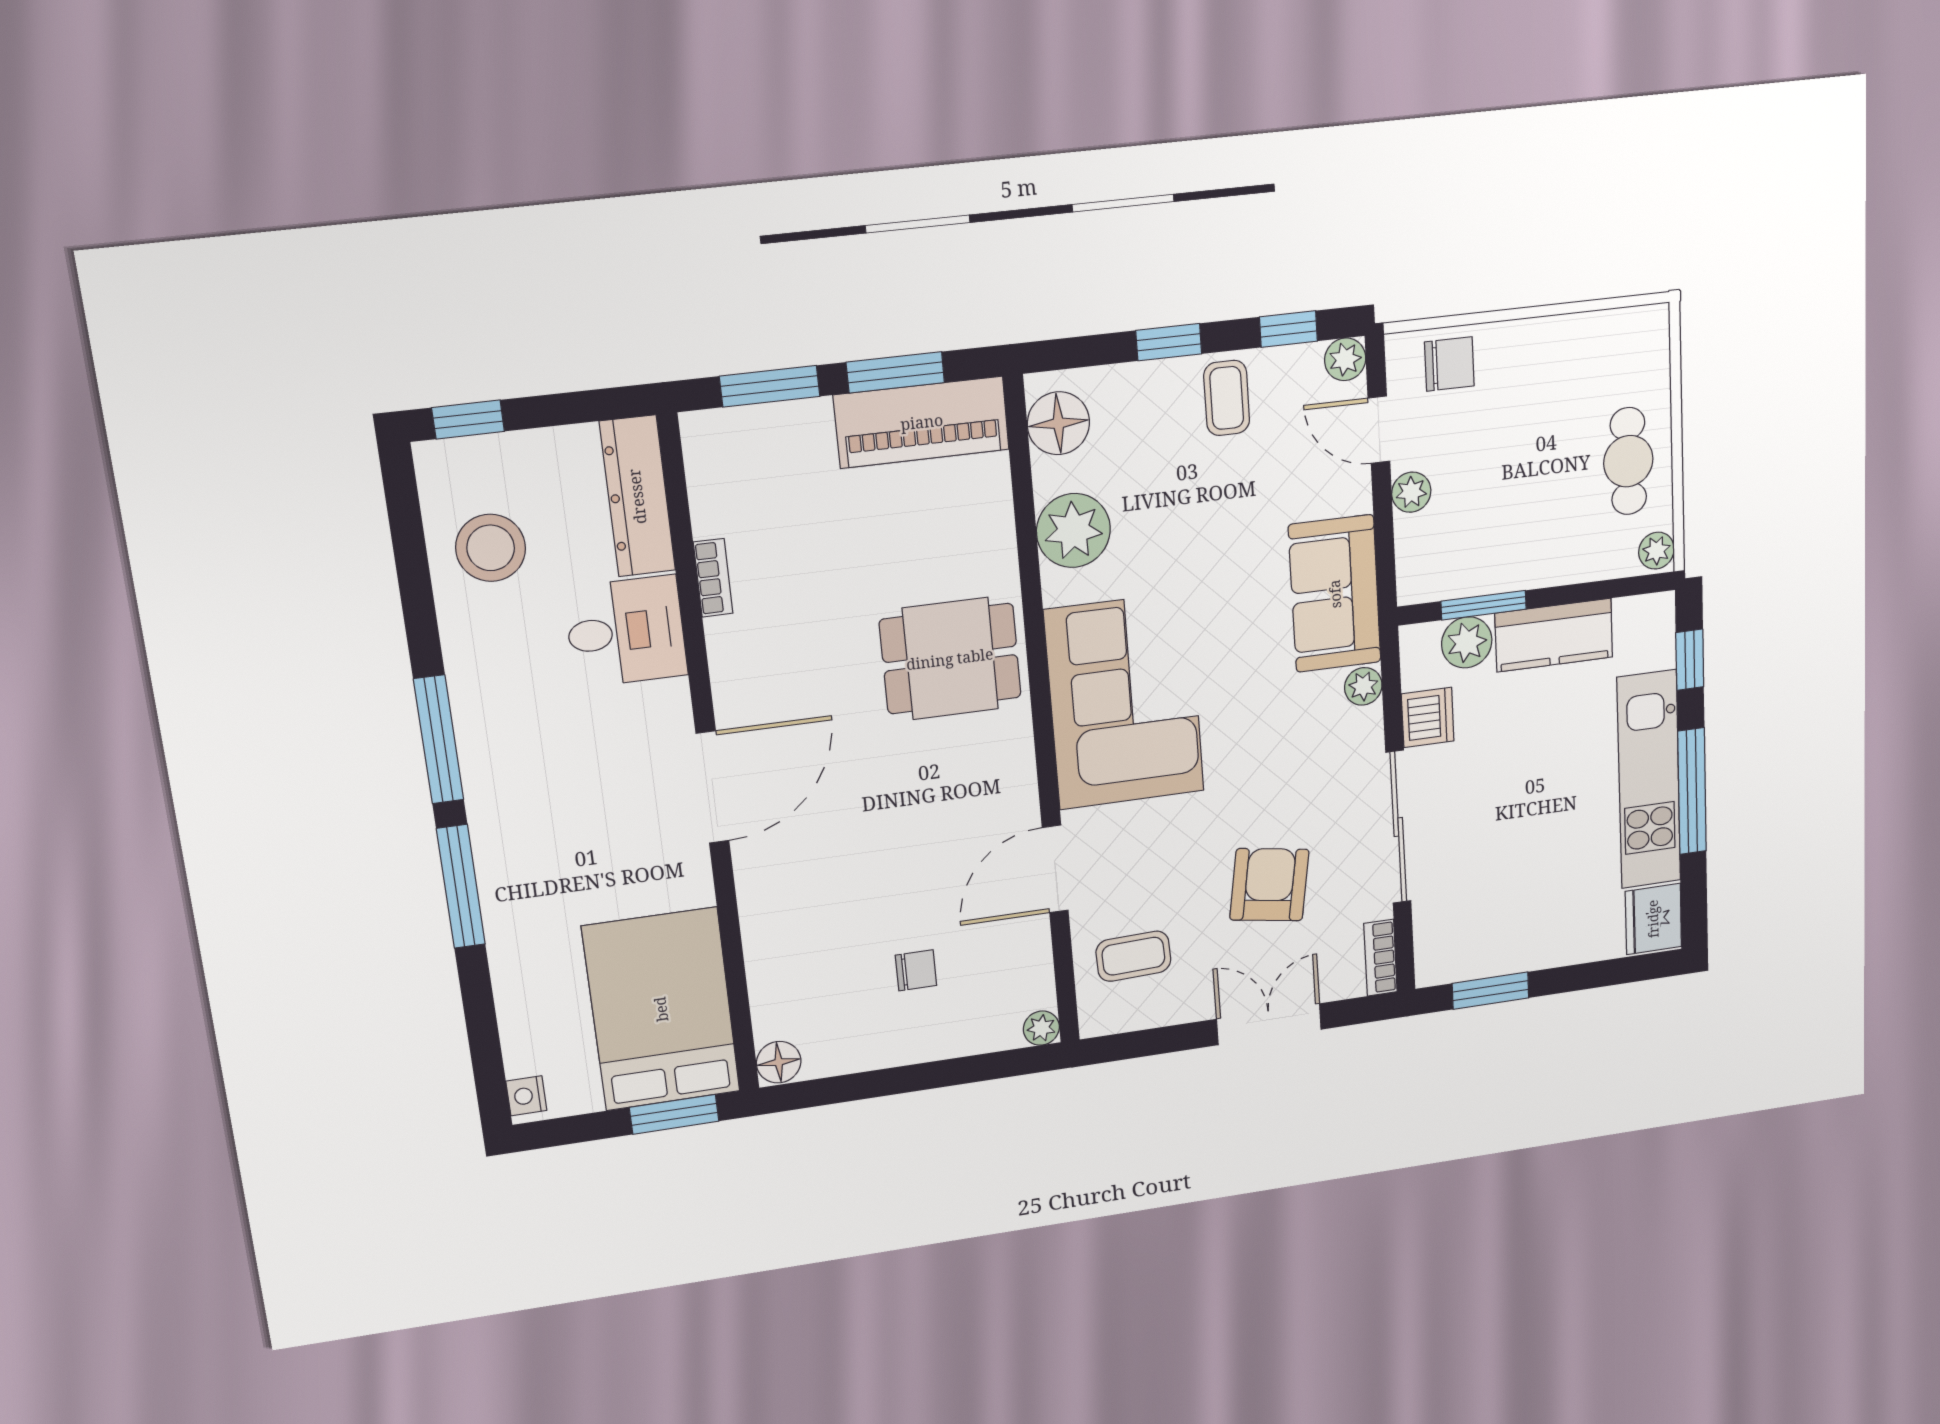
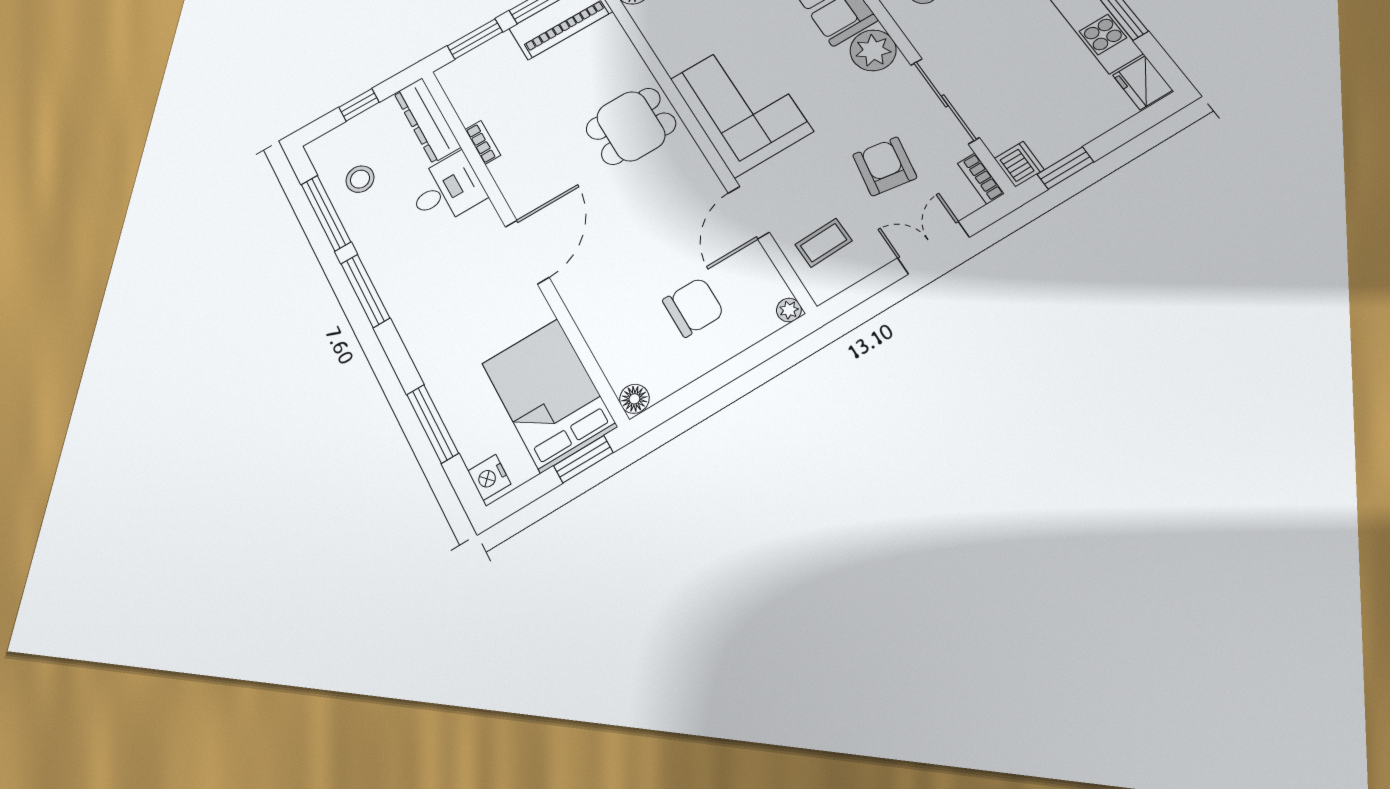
window: (468, 420) -> (359, 105), moved
plant: (1073, 531) -> (667, 34), removed
stool: (491, 548) -> (360, 179), width x0.73, depth x0.73
window: (415, 581) -> (326, 213), added
plant: (1363, 686) -> (873, 50), width x1.87, depth x1.87
dishwasher: (1428, 717) -> (1019, 164), moved
window: (461, 887) -> (433, 424), moved
chair: (916, 970) -> (693, 307), width x1.87, depth x1.87
nightstand: (526, 1096) -> (489, 477), width x1.39, depth x1.35

